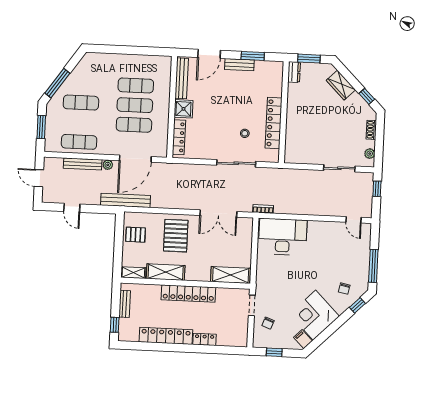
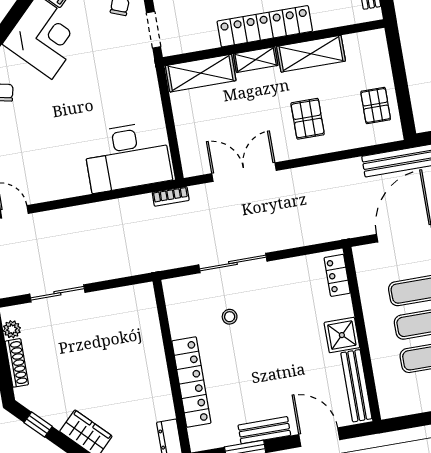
door: (209, 54) -> (319, 437), hinge flipped
locker: (274, 123) -> (191, 382), moved
shoe rack: (371, 130) -> (17, 363), width x1.43
locker: (179, 137) -> (337, 275), width x0.66
pallet: (136, 235) -> (376, 106), turned 90
pallet: (176, 236) -> (308, 119), width x0.67, depth x0.71
shelving: (133, 273) -> (256, 60), moved

